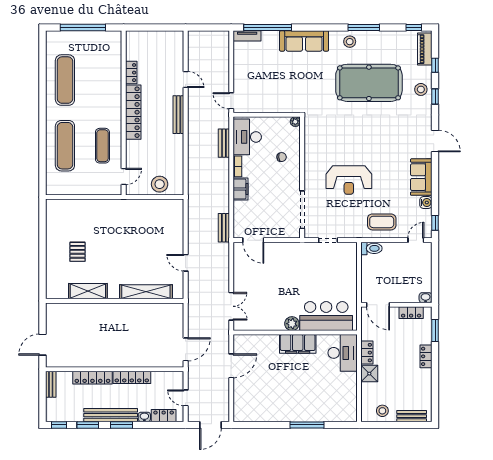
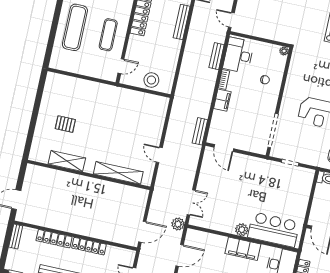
pallet: (77, 252) -> (65, 124), turned 90
plant: (222, 333) -> (178, 224), added

